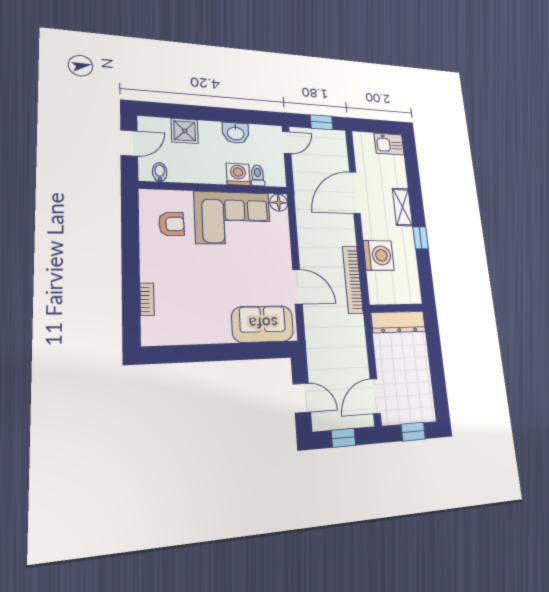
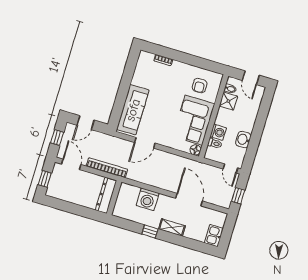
shower: (185, 131) -> (228, 101), moved
bookcase: (353, 280) -> (107, 168), moved
sofa: (263, 324) -> (133, 110), width x1.36

